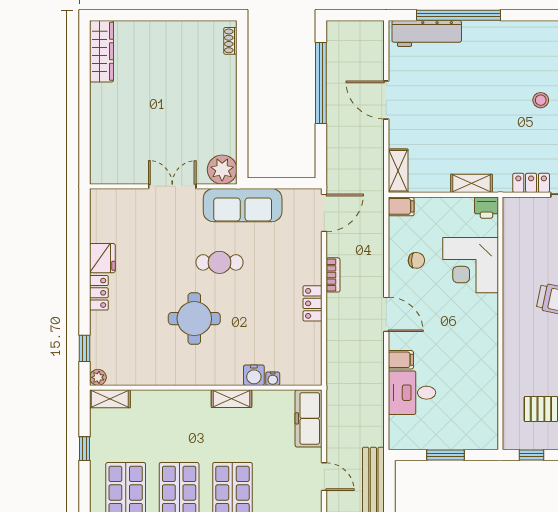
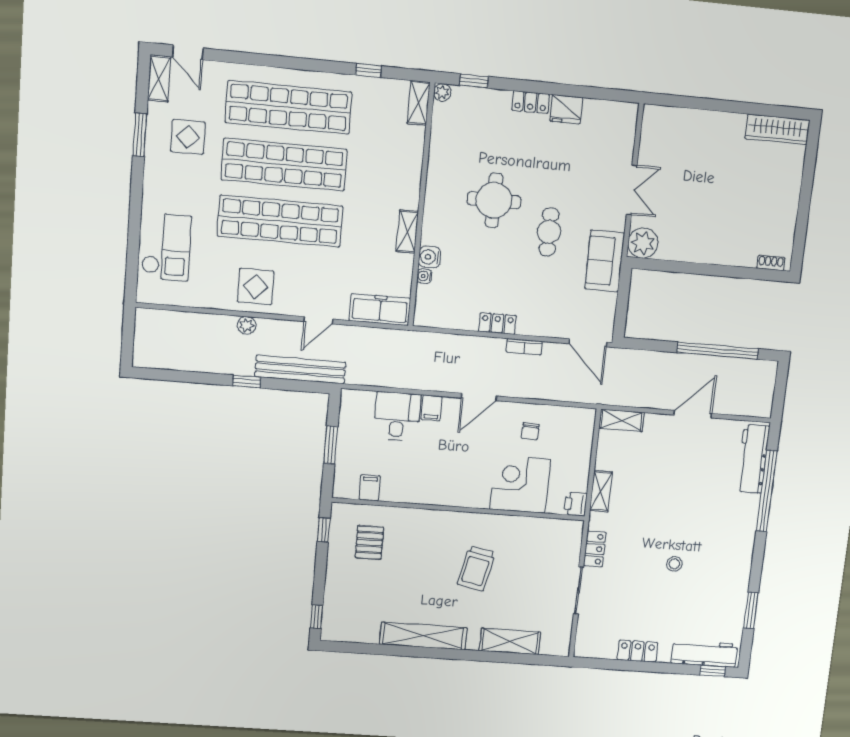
sofa: (243, 205) -> (605, 261), width x0.73
filing cabinet: (401, 206) -> (370, 488), moved, turned 180

